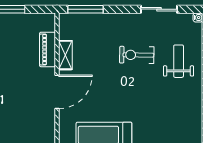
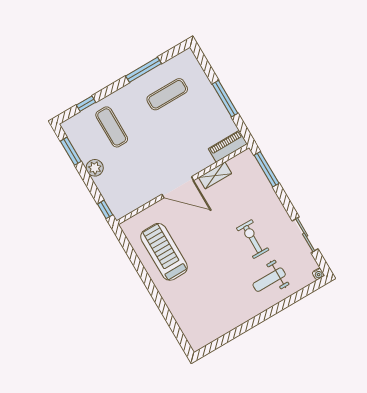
piano: (47, 49) -> (228, 146), moved
weight bench: (179, 61) -> (269, 280), turned 180

